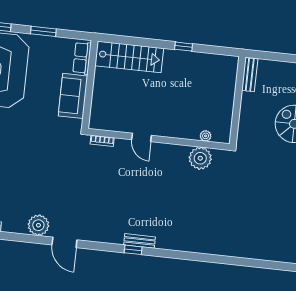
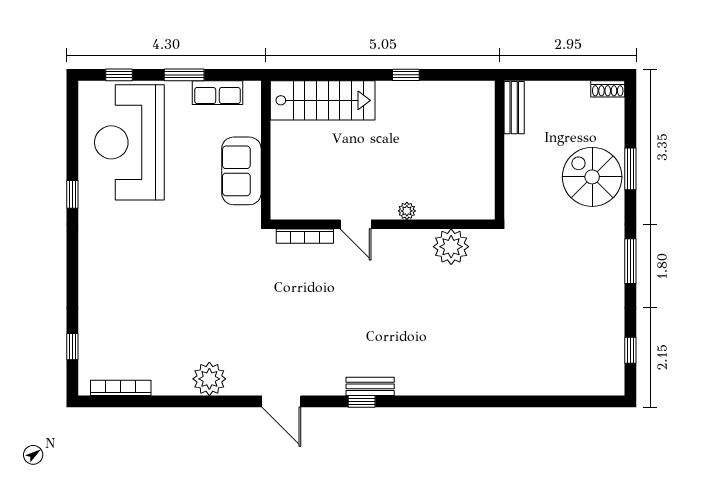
row of seats: (82, 58) -> (218, 93), moved, turned -90
plant: (206, 136) -> (407, 211), moved
bookcase: (102, 141) -> (305, 236), width x1.56
door: (64, 242) -> (281, 401), moved

